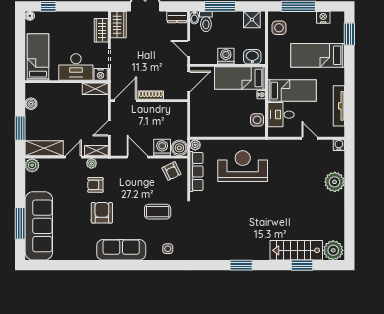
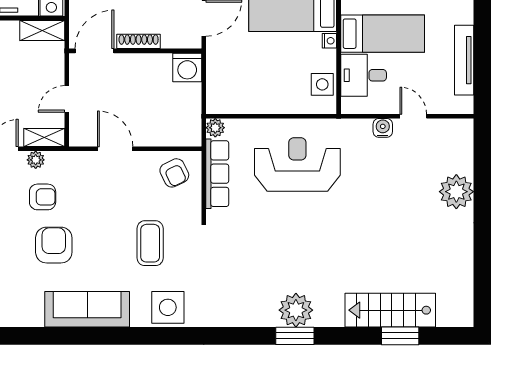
water cooler: (339, 145) -> (383, 128), moved
washing machine: (162, 148) -> (187, 68), moved, turned 180
boiler: (179, 148) -> (188, 133), removed
armchair: (95, 185) -> (43, 197), turned 180
coffee table: (158, 212) -> (150, 243), turned 90
side table: (168, 249) -> (168, 307), width x1.87, depth x1.87
plant: (333, 250) -> (296, 310), moved

